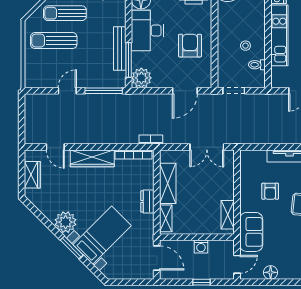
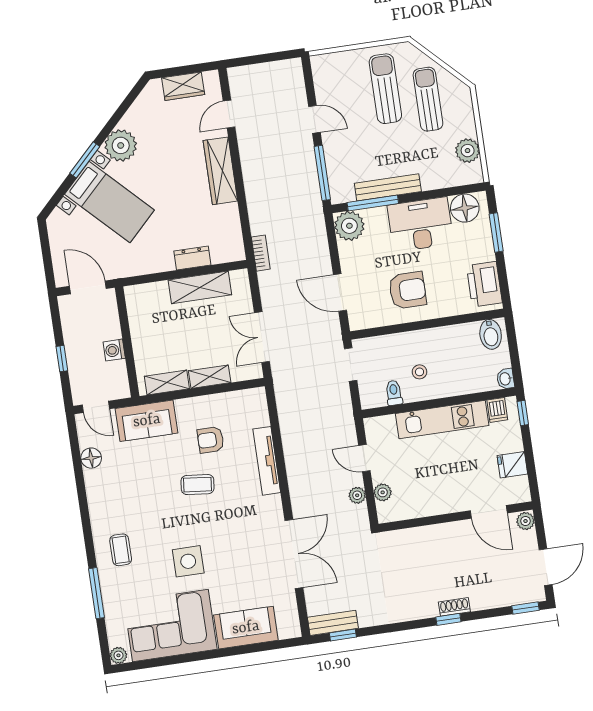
bookcase: (133, 155) -> (235, 231), removed
dresser: (147, 201) -> (192, 258), moved
shelving: (166, 218) -> (210, 377), moved
door: (157, 258) -> (88, 287), swing flipped

